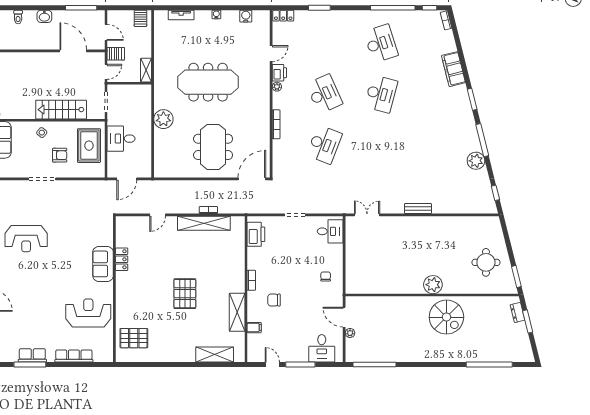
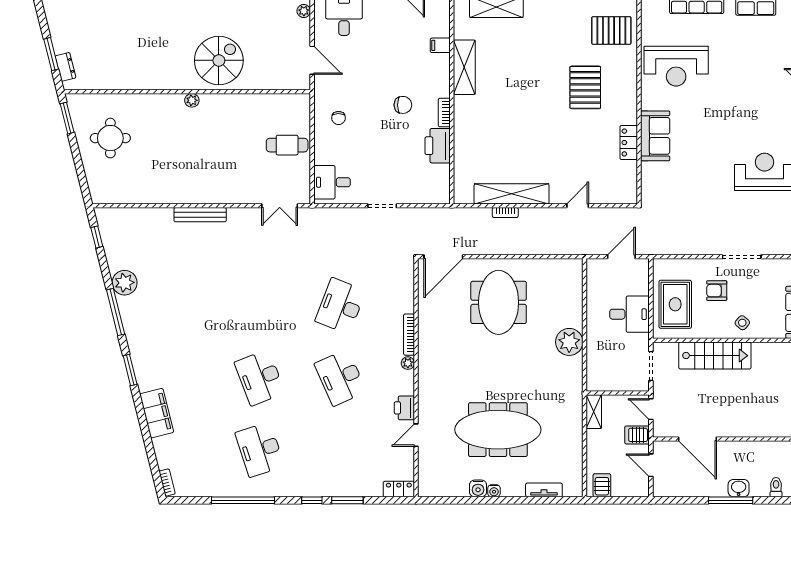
window: (81, 8) -> (731, 500), moved
window: (430, 8) -> (312, 500), moved
water cooler: (246, 16) -> (478, 488), moved
door: (106, 72) -> (651, 409), hinge flipped
meeting table: (208, 82) -> (498, 430), moved
plant: (277, 87) -> (408, 363), moved
desk: (381, 94) -> (260, 378), turned -36
bench: (418, 209) -> (200, 215), width x1.36
printer: (256, 234) -> (438, 146), moved
cafe table: (362, 257) -> (287, 145), added
plant: (433, 285) -> (192, 100), width x0.53, depth x0.53
pallet: (185, 294) -> (585, 87), moved
chair: (274, 300) -> (403, 105), moved
spiral stairs: (446, 317) -> (219, 60), moved, turned 90
plant: (350, 333) -> (304, 11), moved

